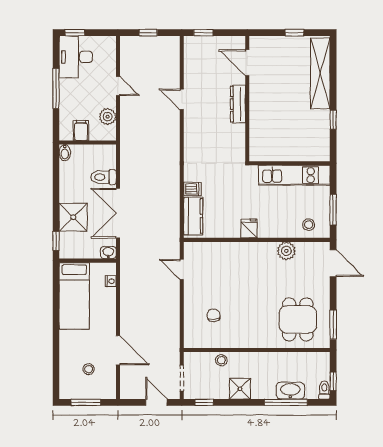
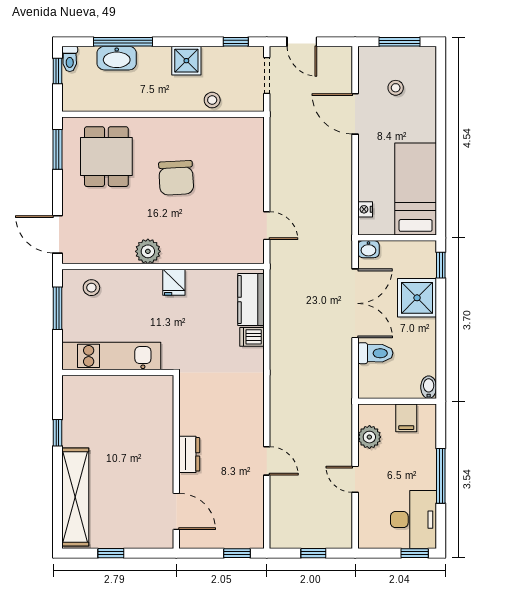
dresser: (238, 104) -> (189, 454), width x0.70
plant: (286, 251) -> (148, 251), moved
chair: (214, 315) -> (176, 178), moved, width x1.87, depth x1.87

